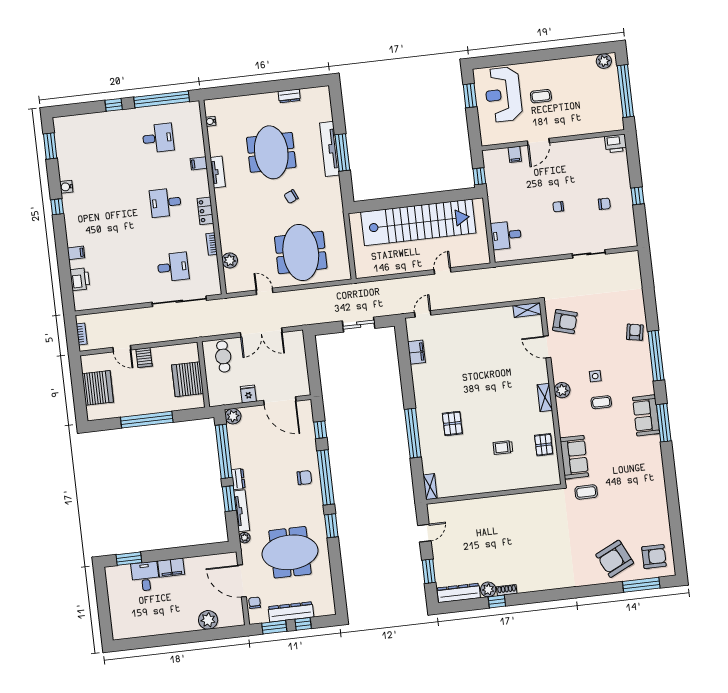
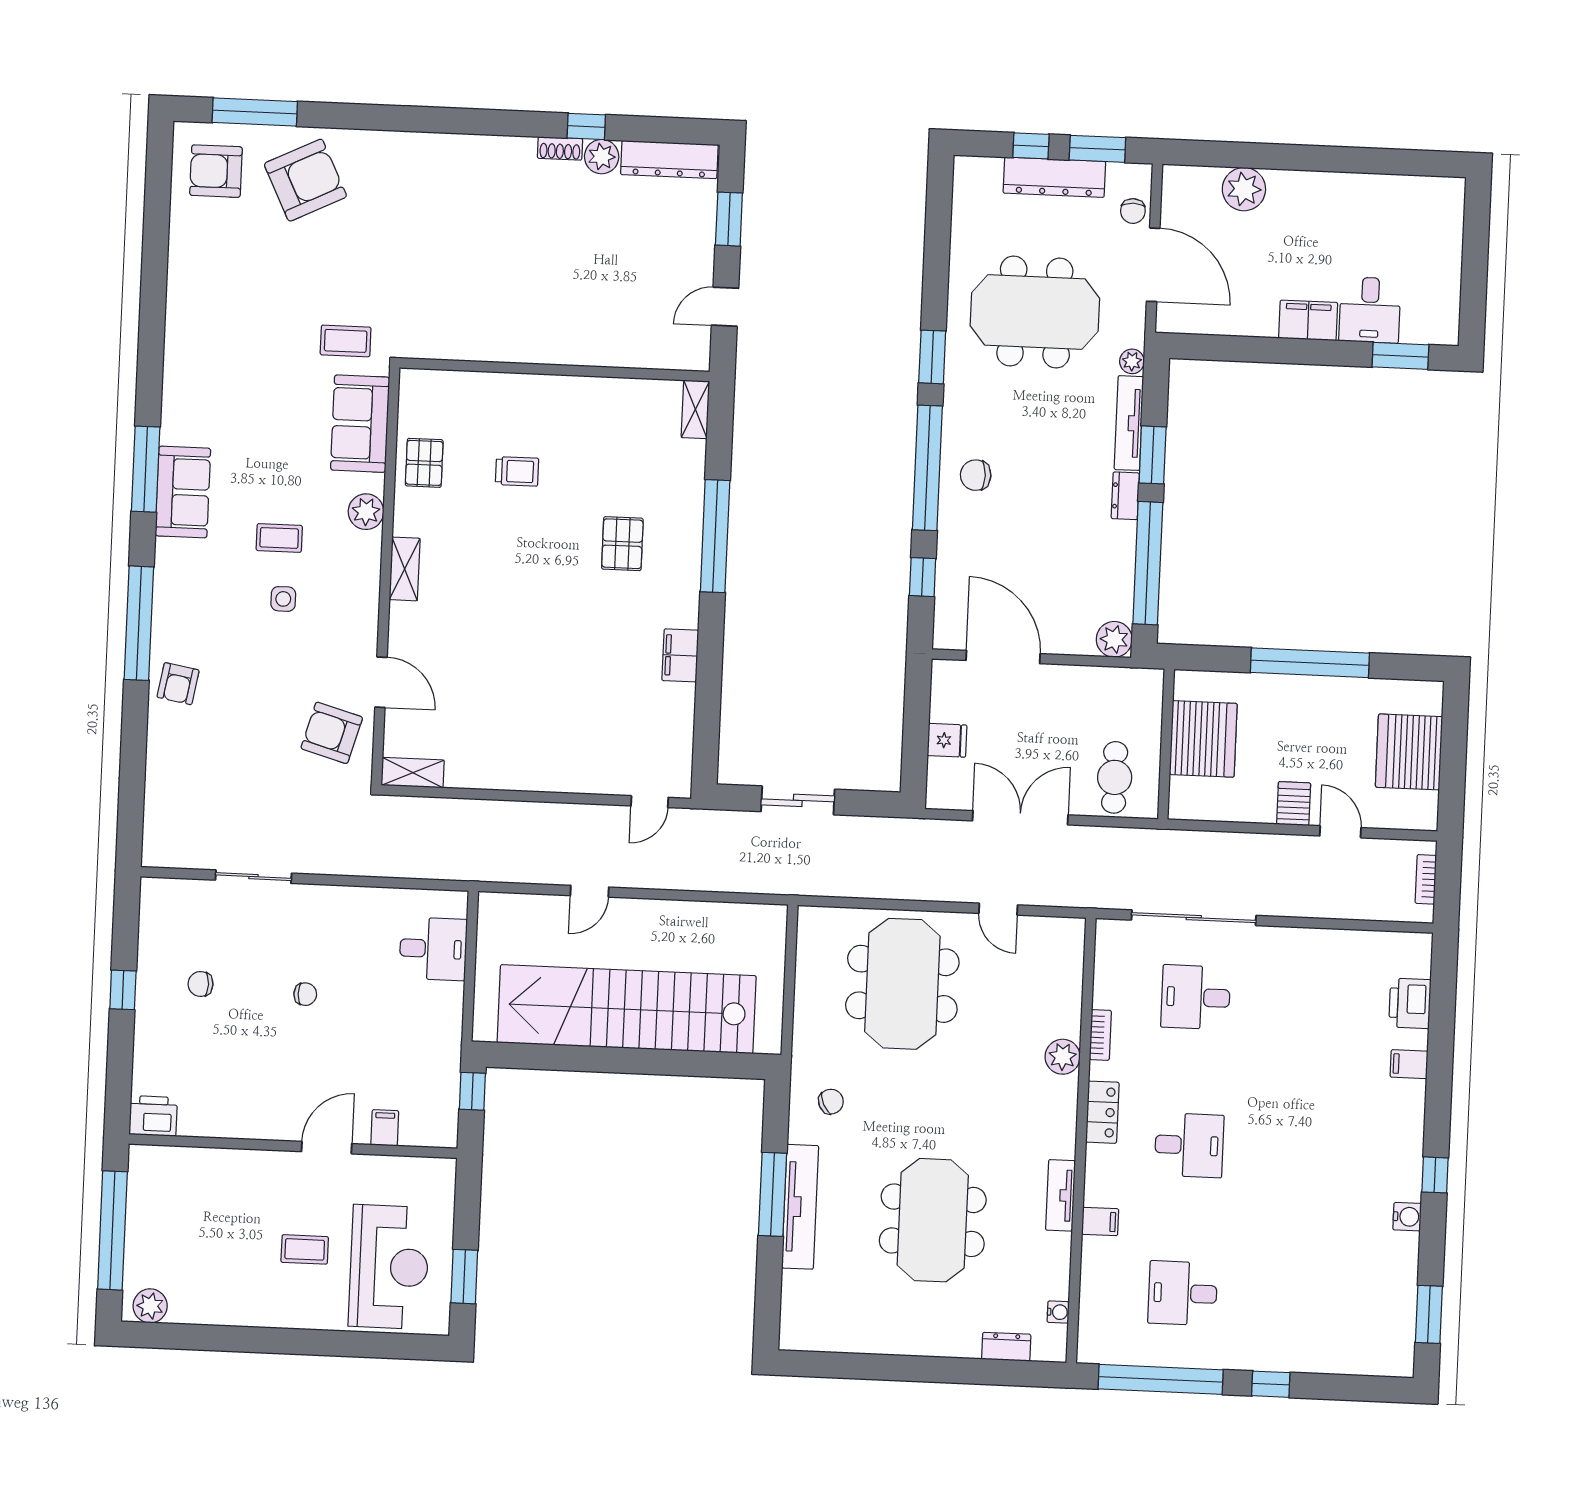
dresser: (289, 96) -> (1006, 1347), moved
chair: (291, 197) -> (831, 1102), moved
plant: (230, 260) -> (1063, 1057), moved
filing cabinet: (416, 352) -> (680, 655), moved
plant: (562, 390) -> (366, 512), moved
fridge: (248, 394) -> (947, 740), moved, turned -90

